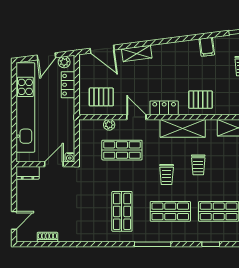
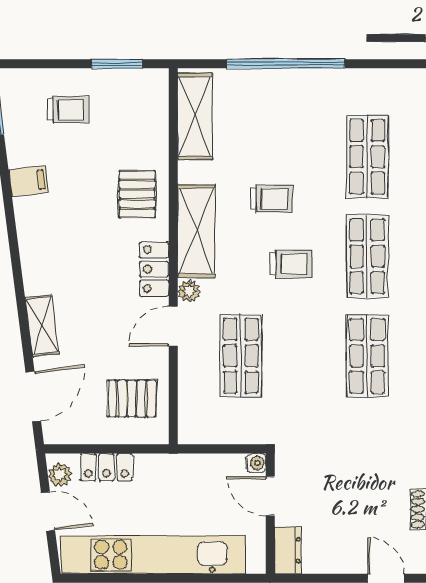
pallet: (101, 97) -> (132, 399), turned 90
plant: (109, 125) -> (189, 291), moved
shop shelf: (122, 211) -> (367, 356), turned 90

